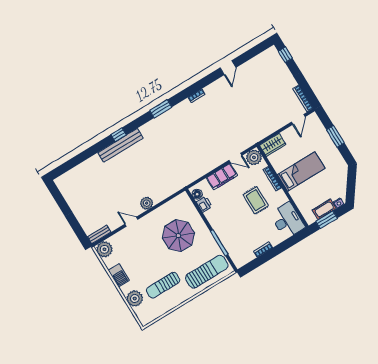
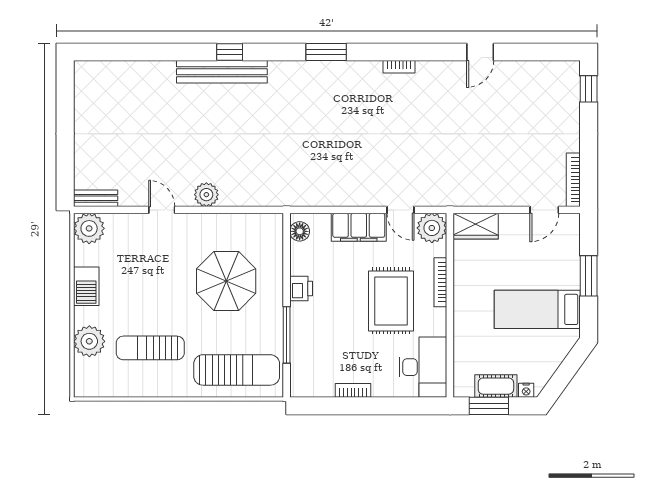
bed: (301, 171) -> (537, 309), moved, turned 180
rug: (256, 200) -> (391, 301), width x1.36, depth x1.43
printer: (204, 204) -> (301, 288), moved

